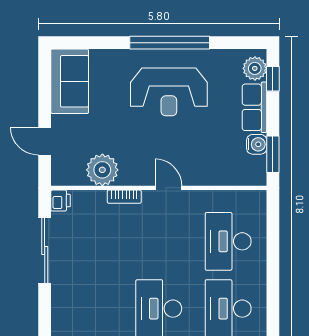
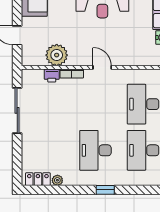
printer: (61, 201) -> (52, 75), moved, turned 90

